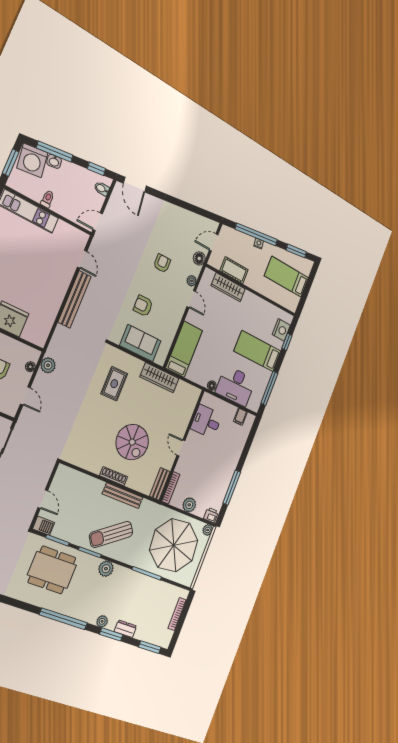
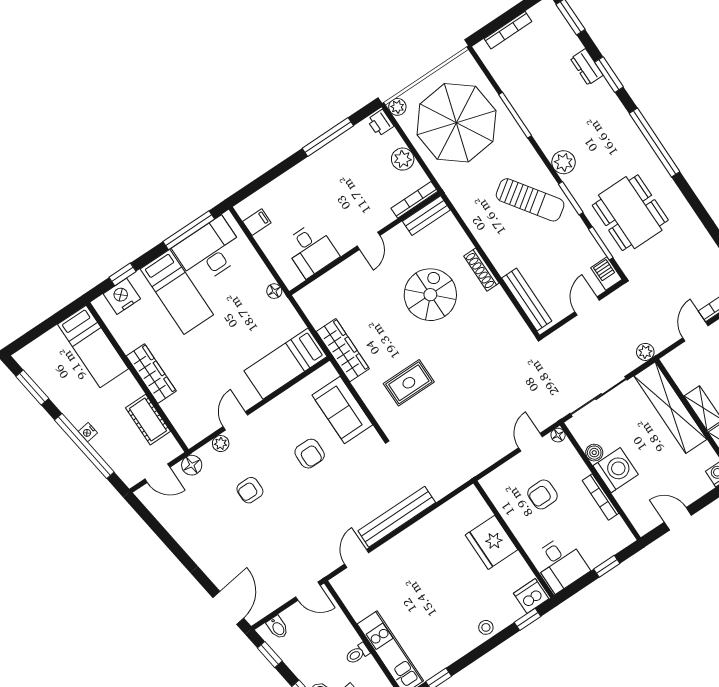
bed: (287, 277) -> (93, 346), moved
wardrobe: (228, 287) -> (151, 374), moved
plant: (48, 365) -> (480, 460), removed
floor lamp: (30, 367) -> (558, 435), moved
desk: (236, 386) -> (209, 251), moved, turned -90
bench: (123, 496) -> (527, 299), moved
plant: (102, 621) -> (610, 101), removed

